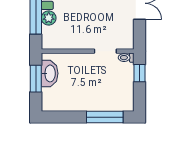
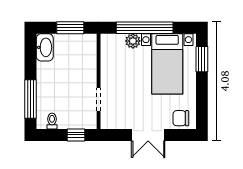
toilet: (126, 58) -> (52, 121), moved
washbasin: (50, 73) -> (45, 47), moved, turned -90

